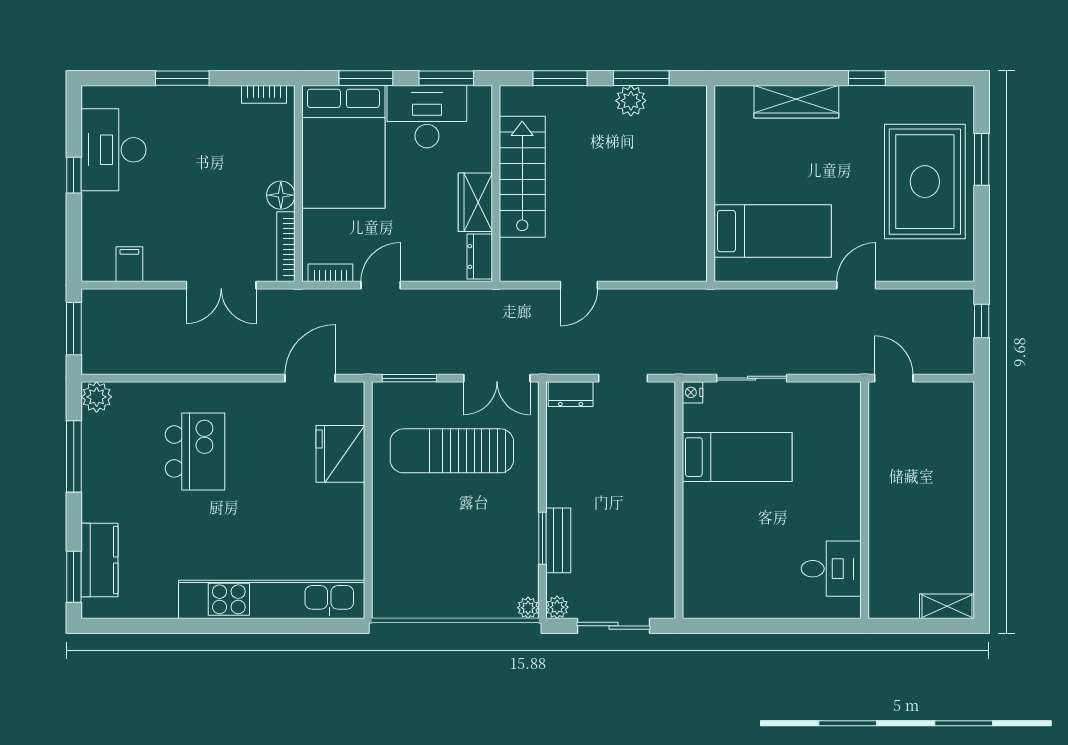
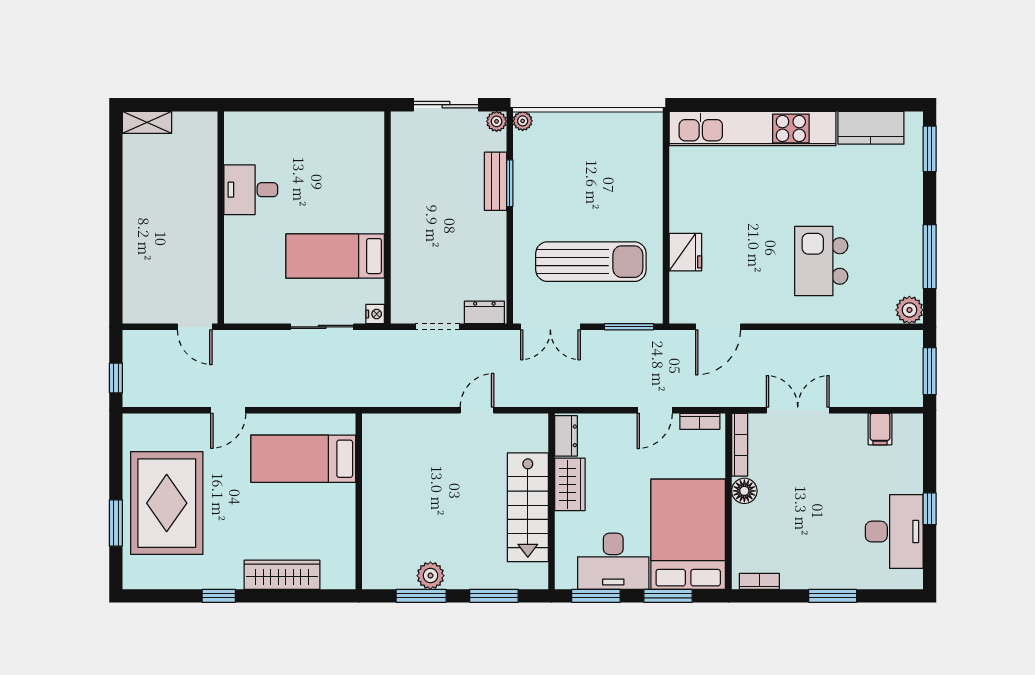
double door: (497, 378) -> (550, 327), swing flipped
fridge: (340, 454) -> (685, 252), width x0.73, depth x0.75
kitchen counter: (100, 560) -> (871, 128), moved, turned -90
desk: (831, 569) -> (251, 190), moved

